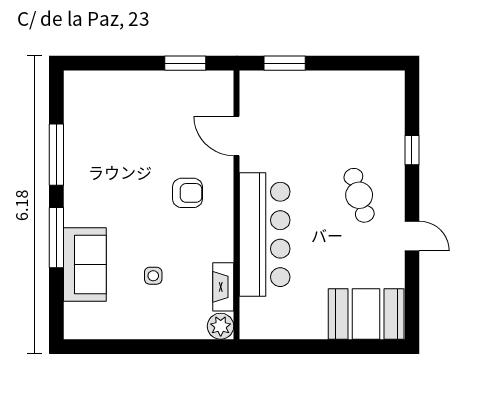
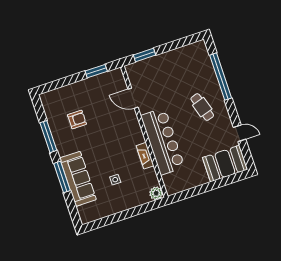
window: (412, 150) -> (221, 77), width x3.17
armchair: (187, 193) -> (77, 119), moved
door: (412, 236) -> (240, 133), moved
sofa: (85, 265) -> (78, 179), width x1.36
fireplace: (223, 287) -> (145, 156), moved

